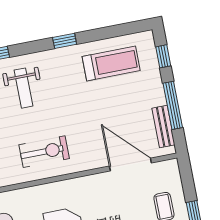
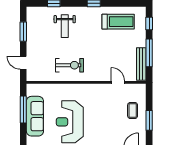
bench: (163, 127) -> (141, 64), width x1.36
door: (130, 165) -> (118, 82), width x0.53

